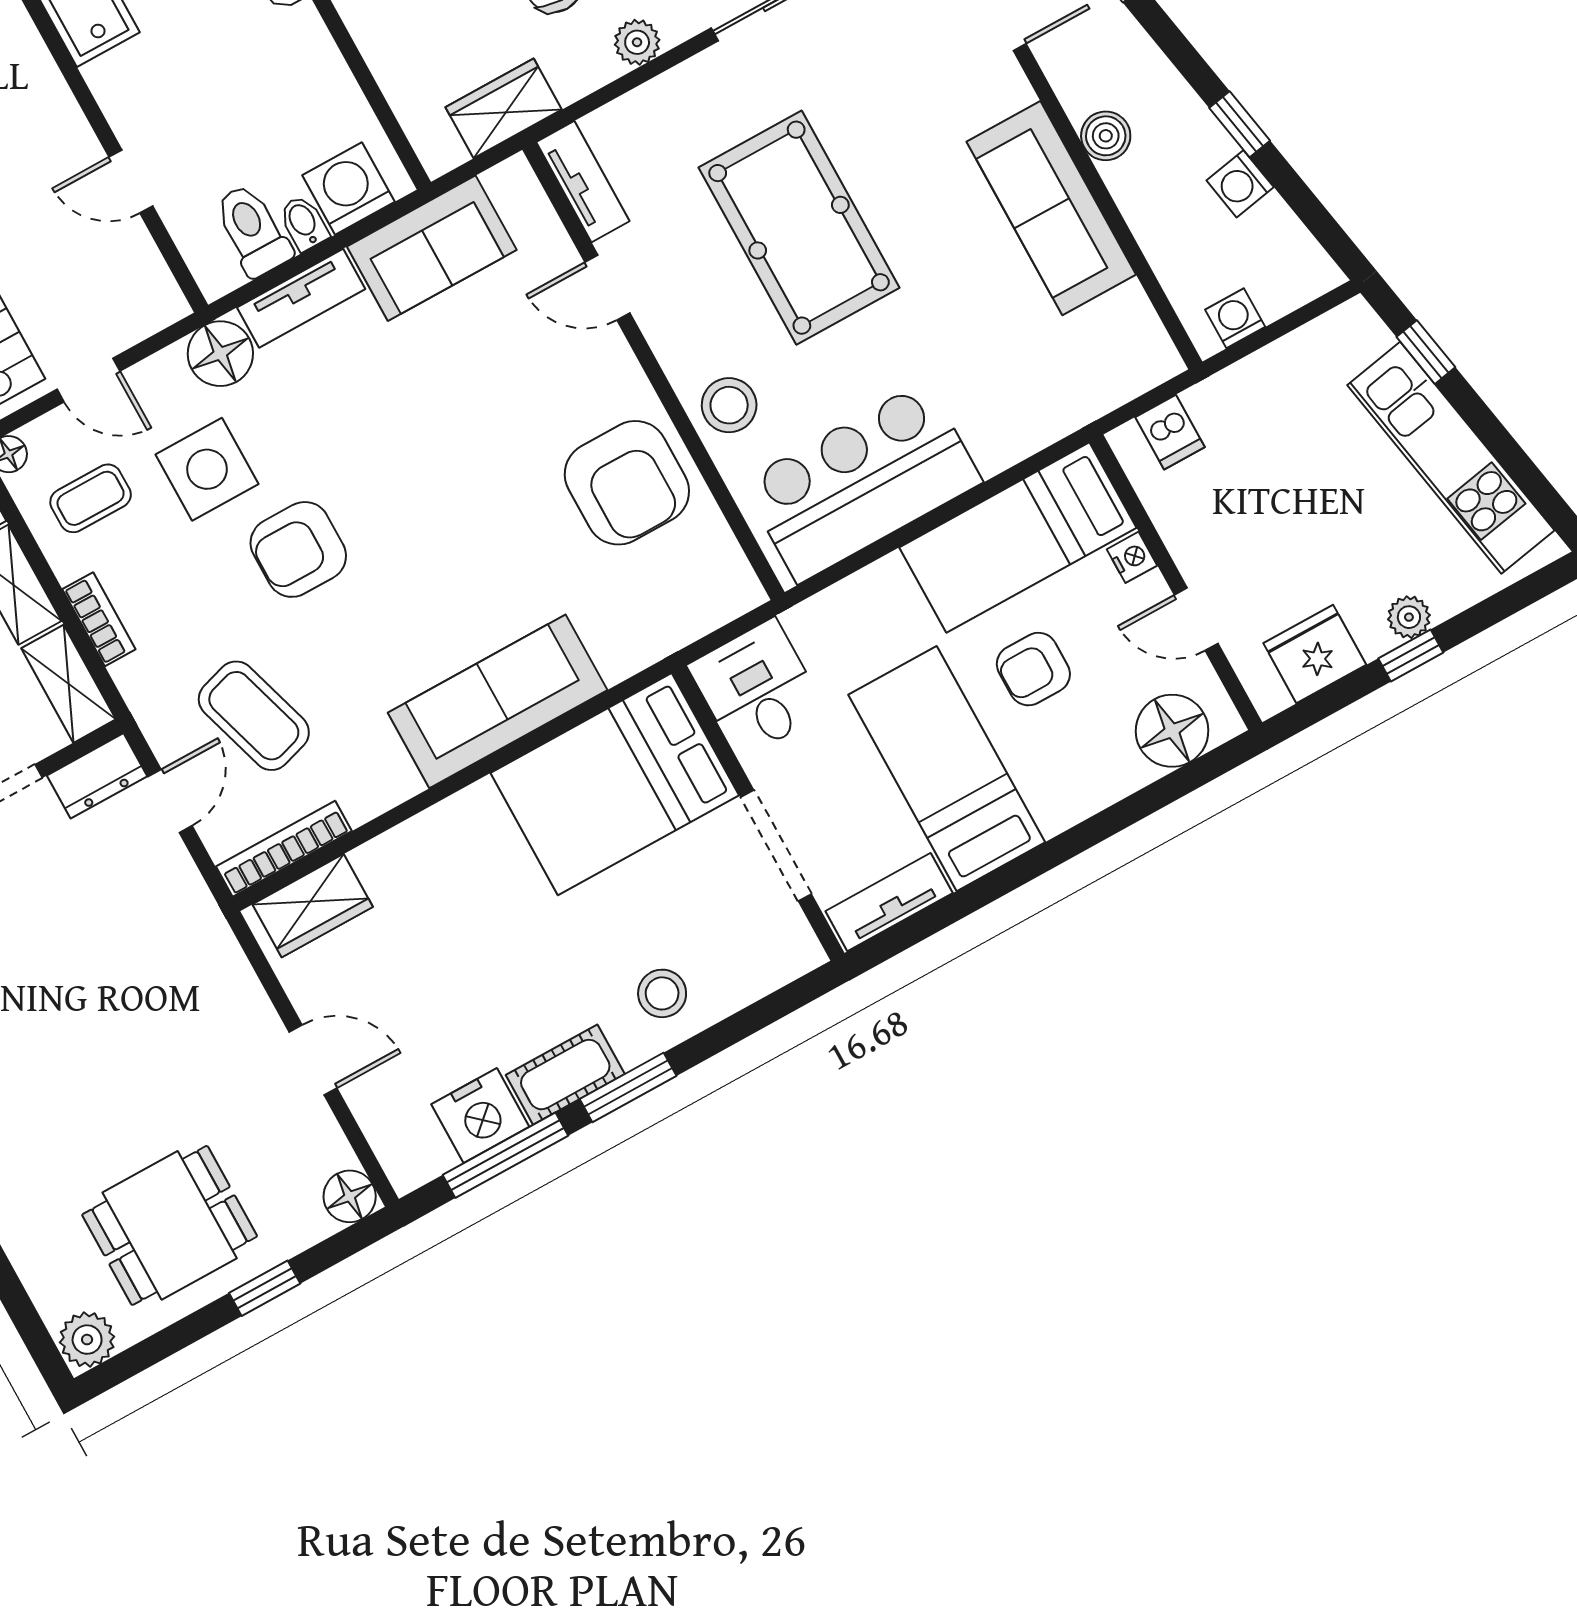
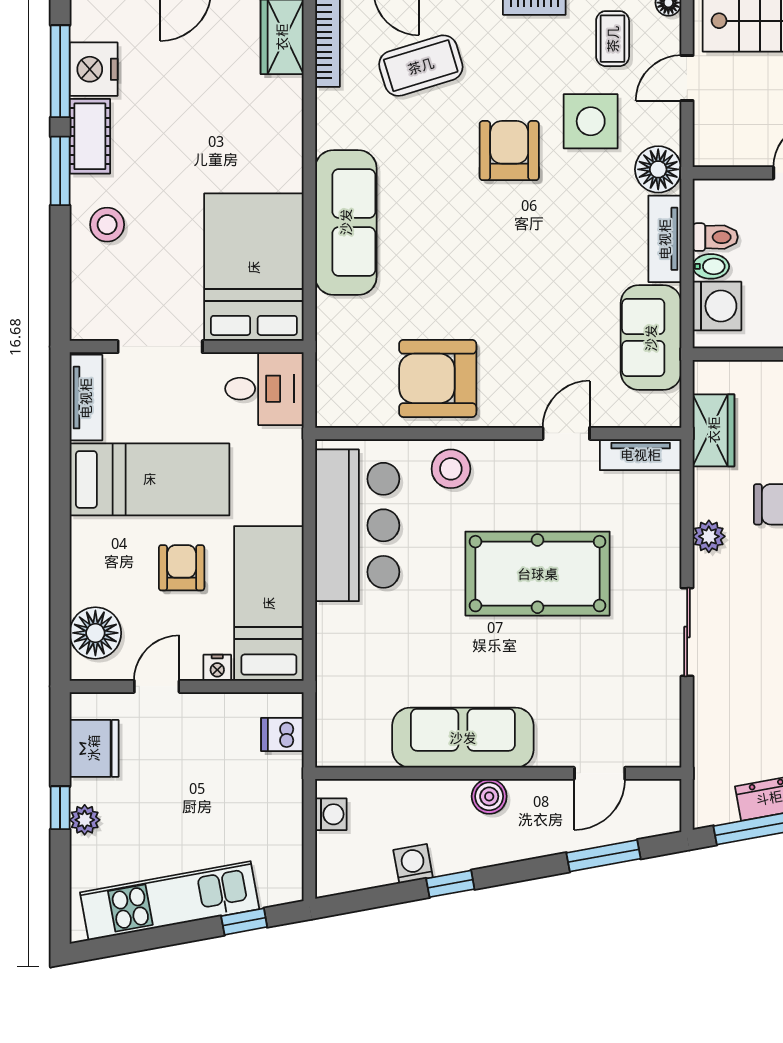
toilet: (253, 230) -> (715, 237), width x0.73, depth x0.72

